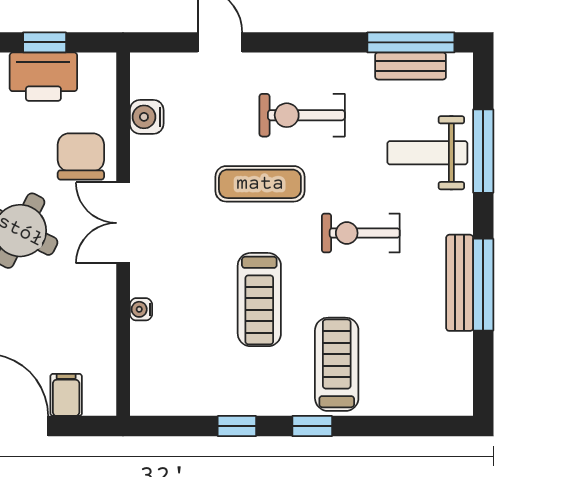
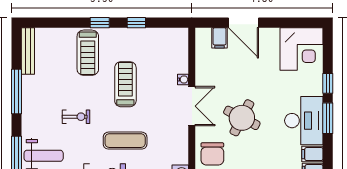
double door: (123, 223) -> (192, 106), moved
exercise bike: (361, 233) -> (76, 117), width x0.73, depth x0.72
bench: (460, 283) -> (28, 51), moved

